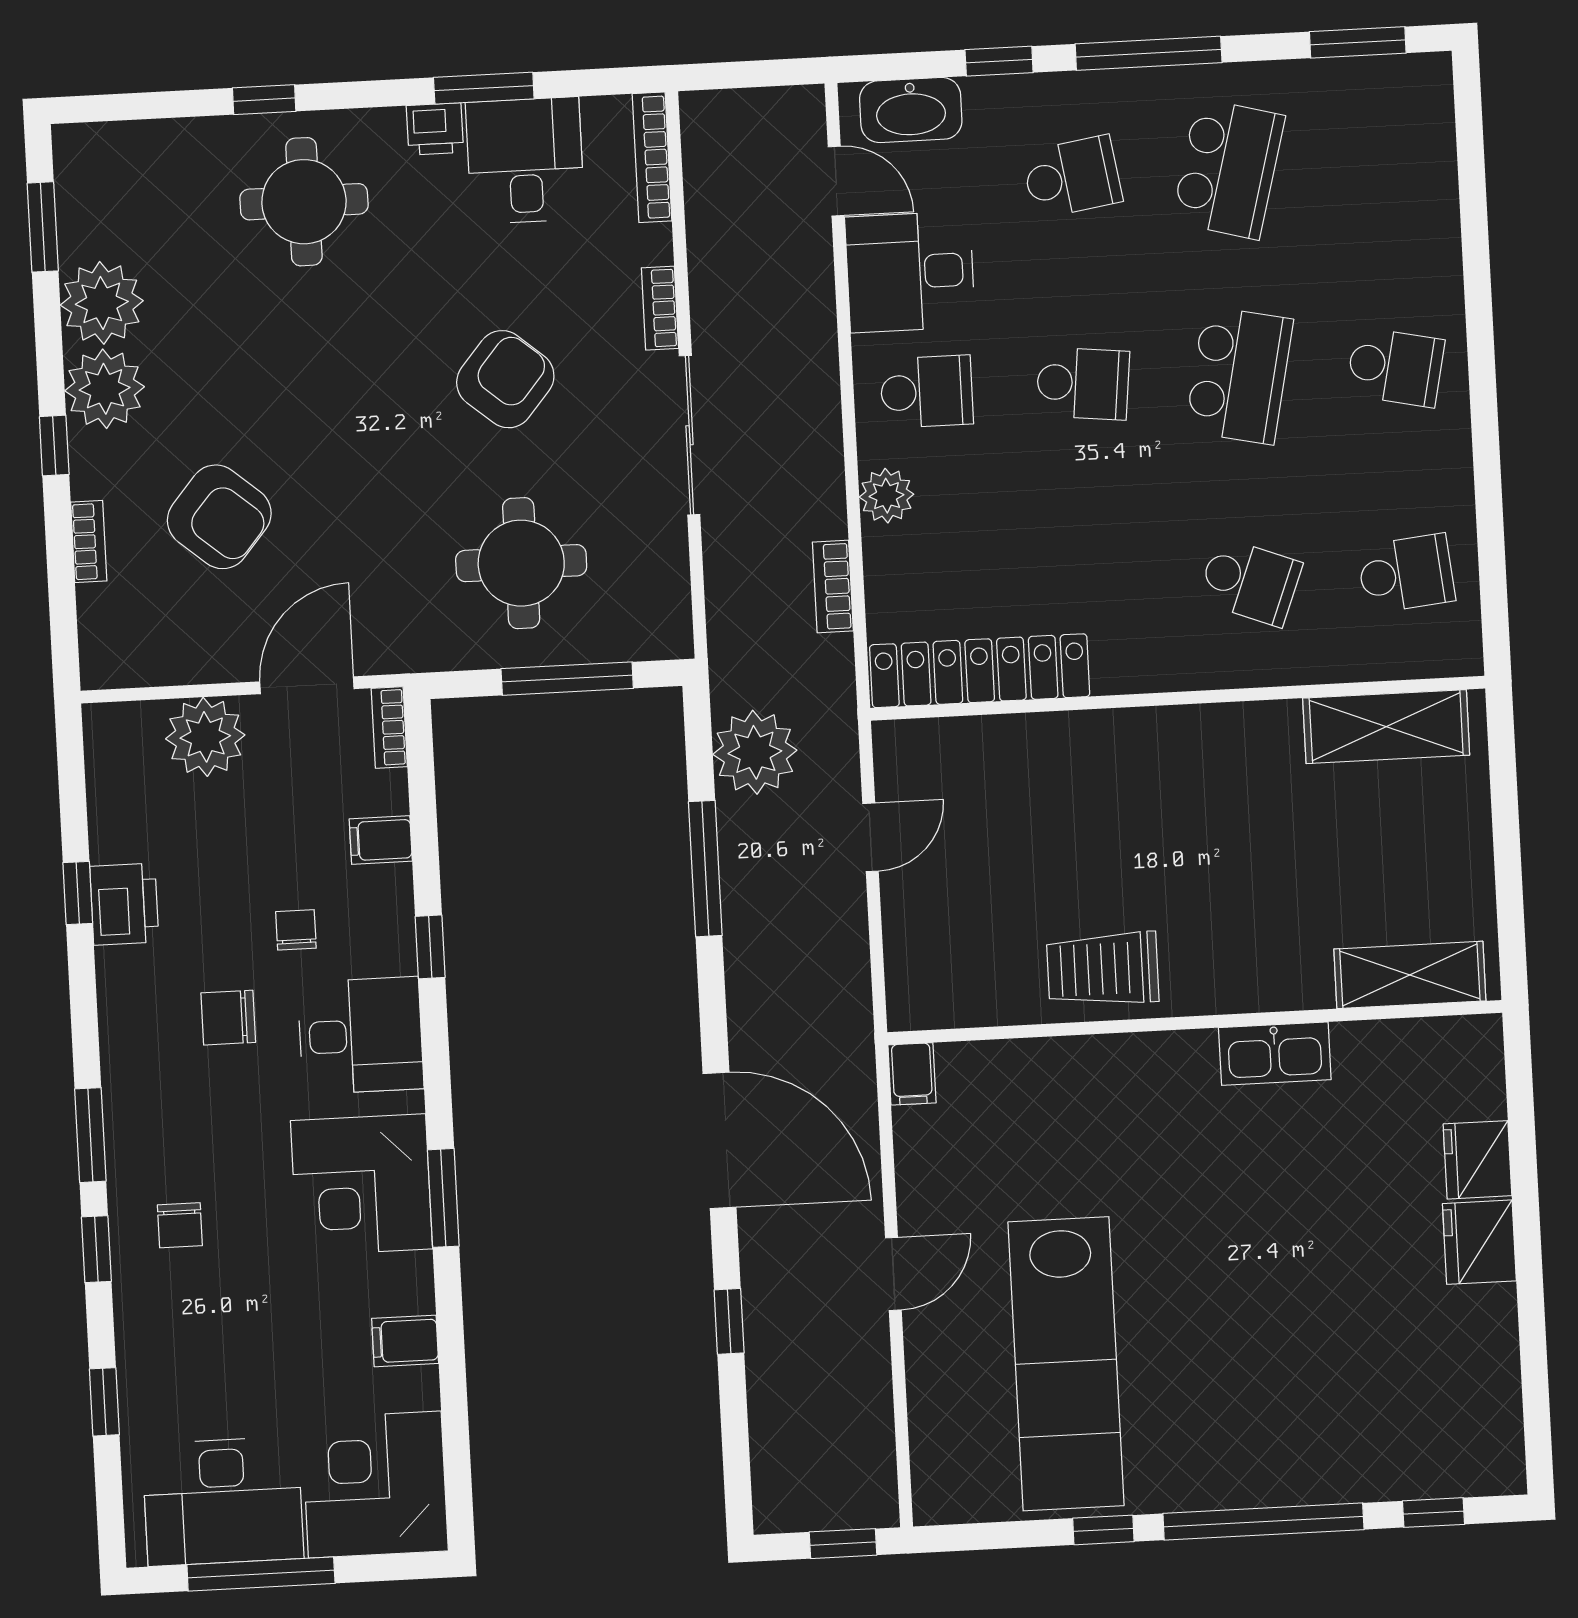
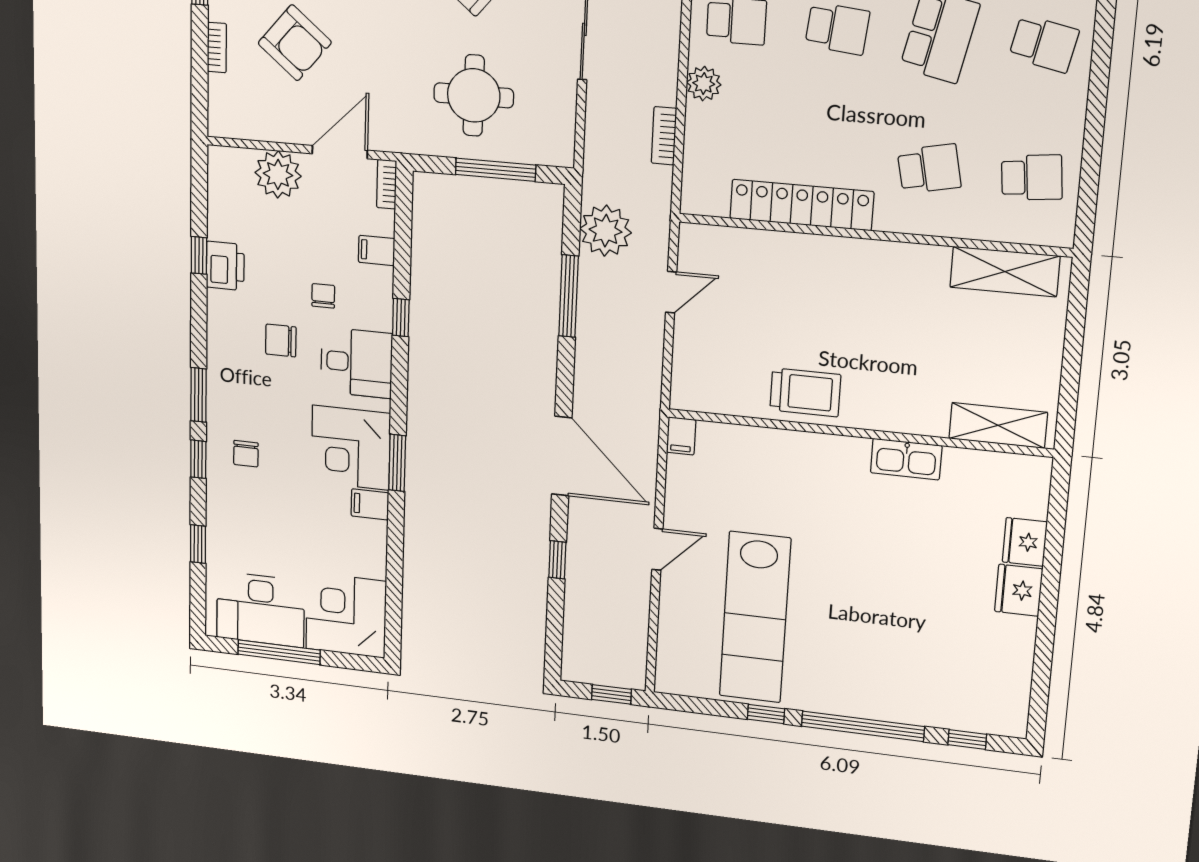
school desk: (1250, 582) -> (929, 169), turned -33
locker: (980, 671) -> (802, 205), moved
trolley: (1103, 969) -> (805, 392), turned 180
filing cabinet: (405, 1341) -> (370, 504), moved

